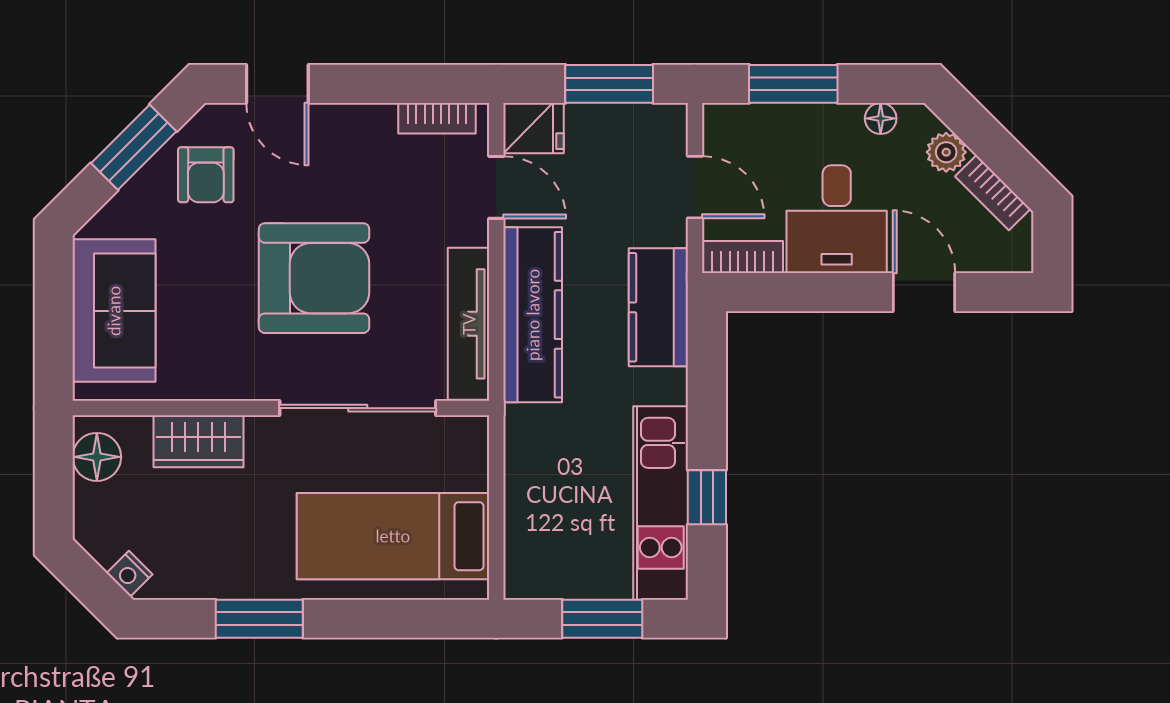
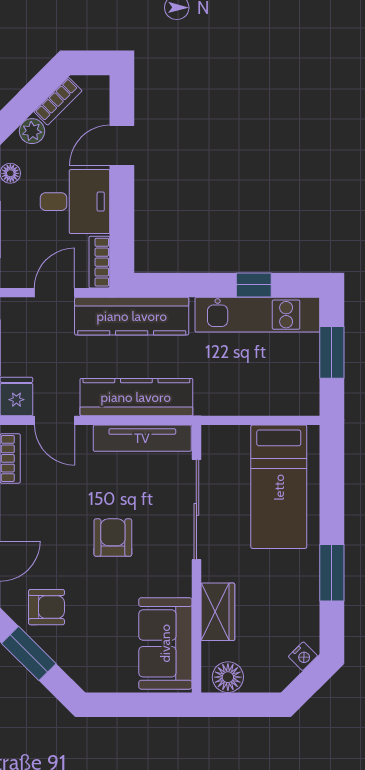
door: (496, 187) -> (55, 420), swing flipped
armchair: (314, 278) -> (113, 538), width x0.53, depth x0.53
kitchen counter: (658, 307) -> (132, 316), width x1.50
sofa: (114, 311) -> (165, 643), moved, turned -90

